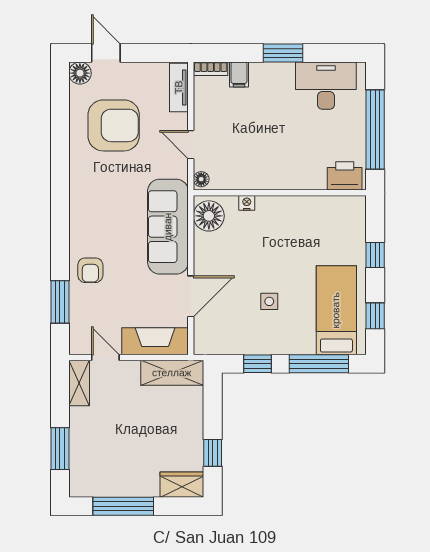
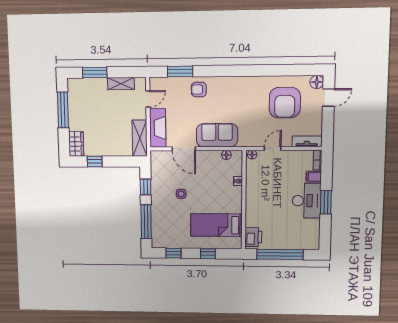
desk: (326, 86) -> (307, 201), moved
floor lamp: (209, 216) -> (226, 155), width x0.53, depth x0.53
sofa: (168, 227) -> (217, 135), width x0.73
bed: (336, 310) -> (216, 225), moved, turned 180
shelving: (79, 383) -> (121, 84), moved

